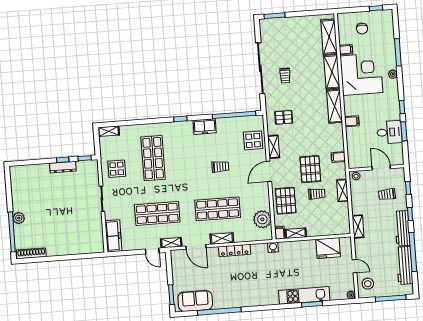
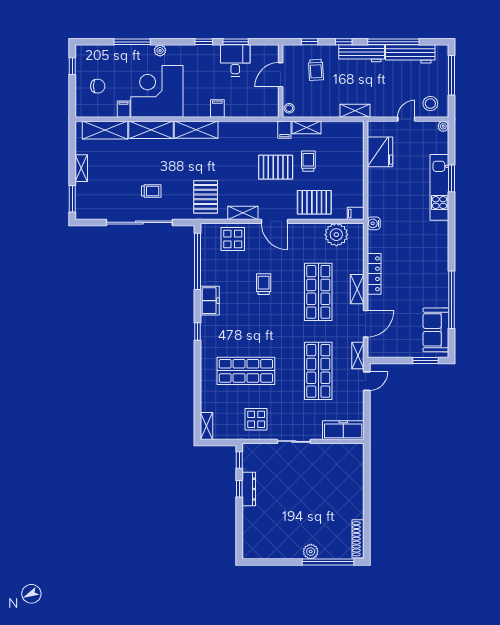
pallet: (284, 117) -> (206, 197), width x1.50, depth x1.42
filing cabinet: (338, 157) -> (284, 130), moved
shelving: (296, 233) -> (81, 168), moved

